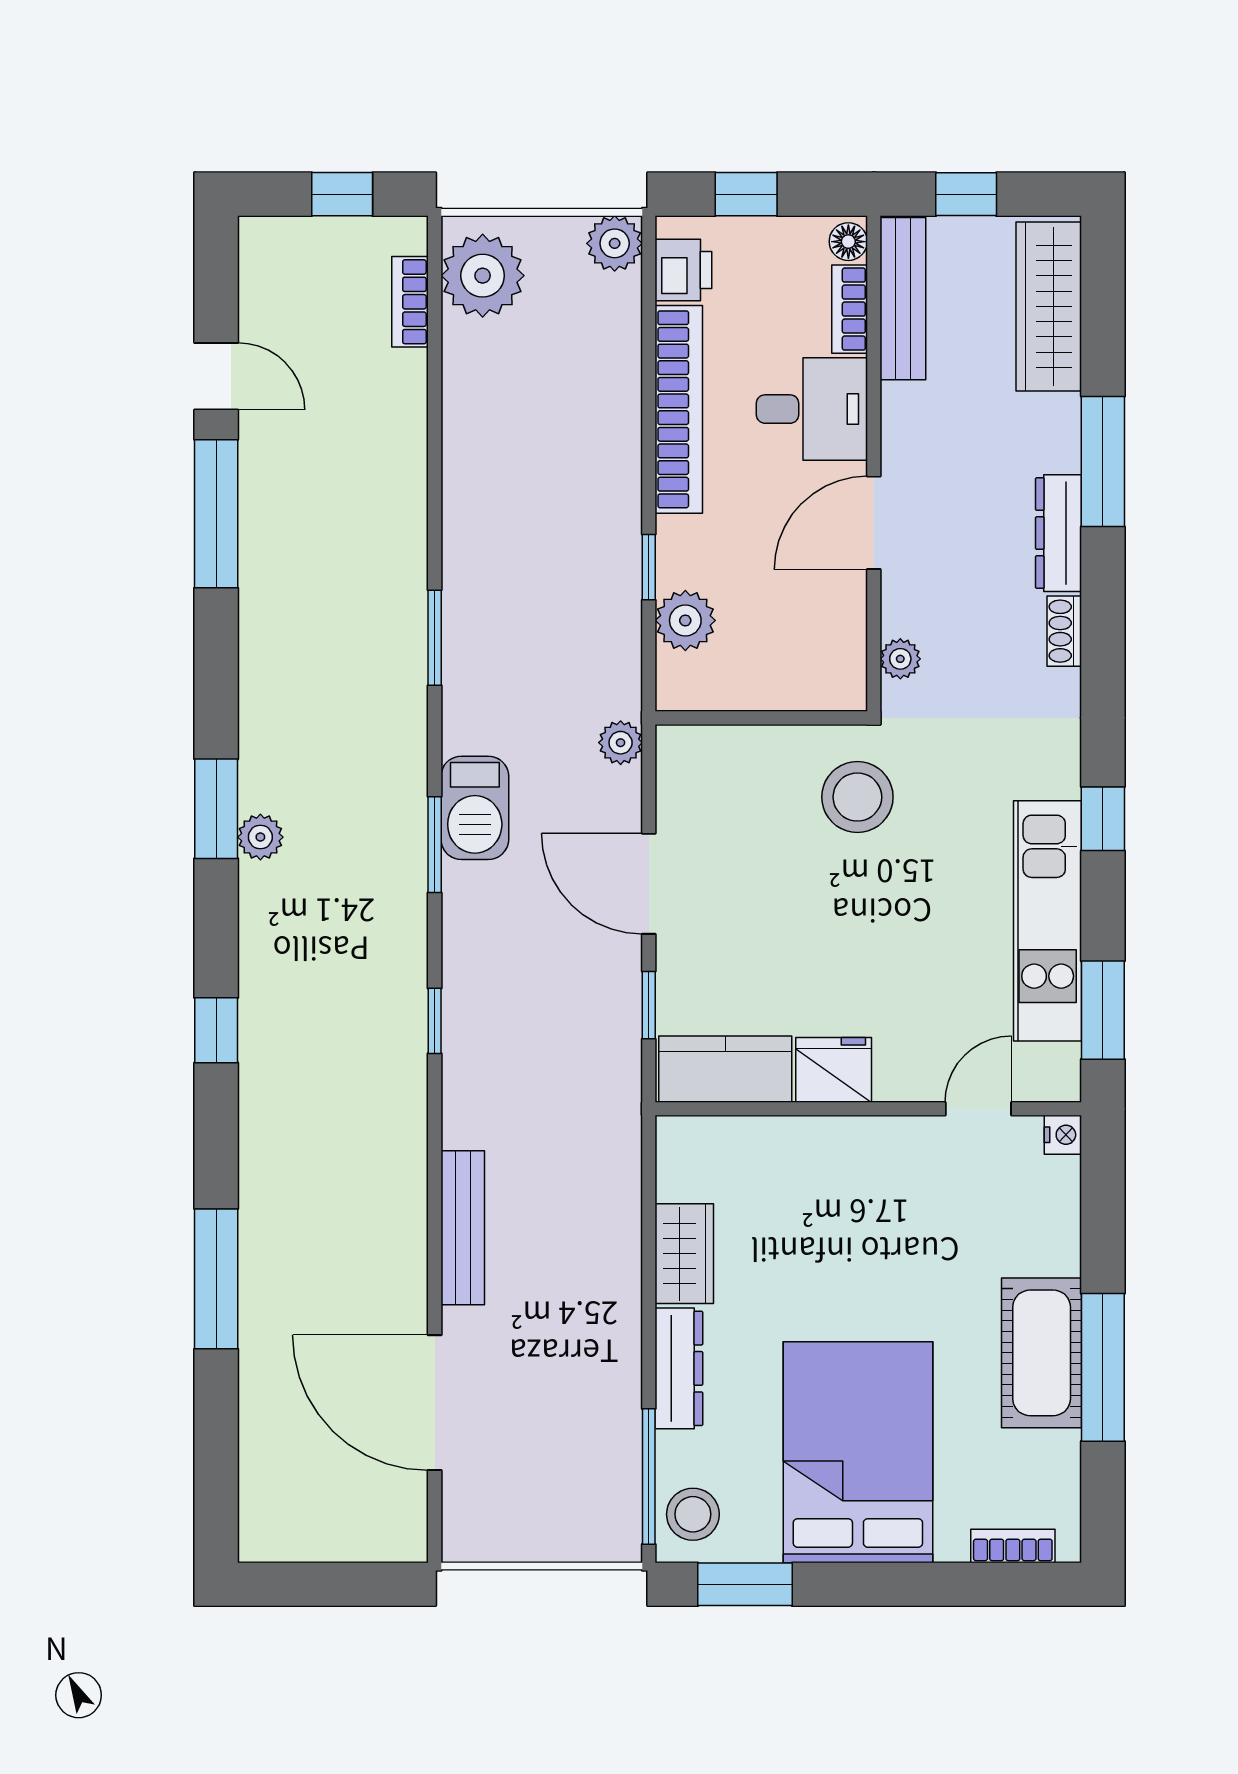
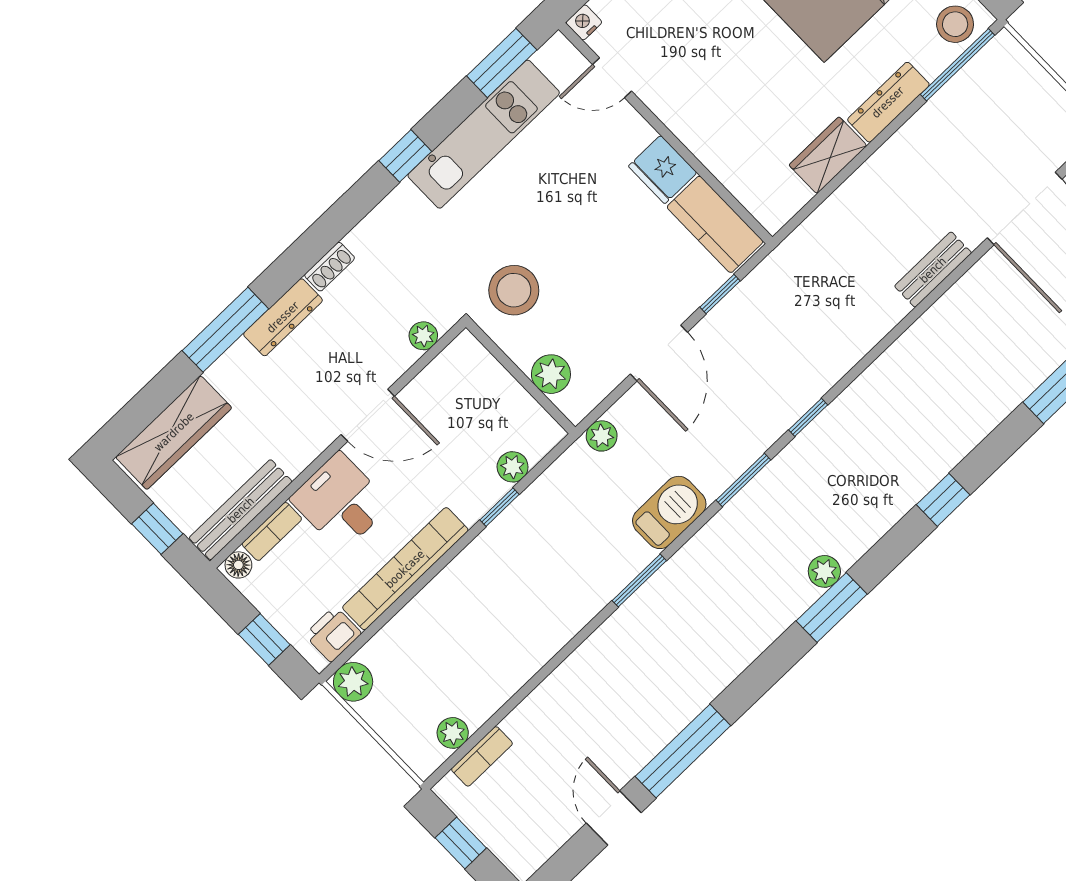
plant: (483, 276) -> (453, 733), width x0.53, depth x0.53
plant: (685, 620) -> (513, 467), width x0.73, depth x0.73
plant: (734, 752) -> (551, 374), added
barbecue: (475, 808) -> (669, 512), moved
window: (435, 1021) -> (808, 417), moved
bench: (463, 1228) -> (933, 270), width x0.73

